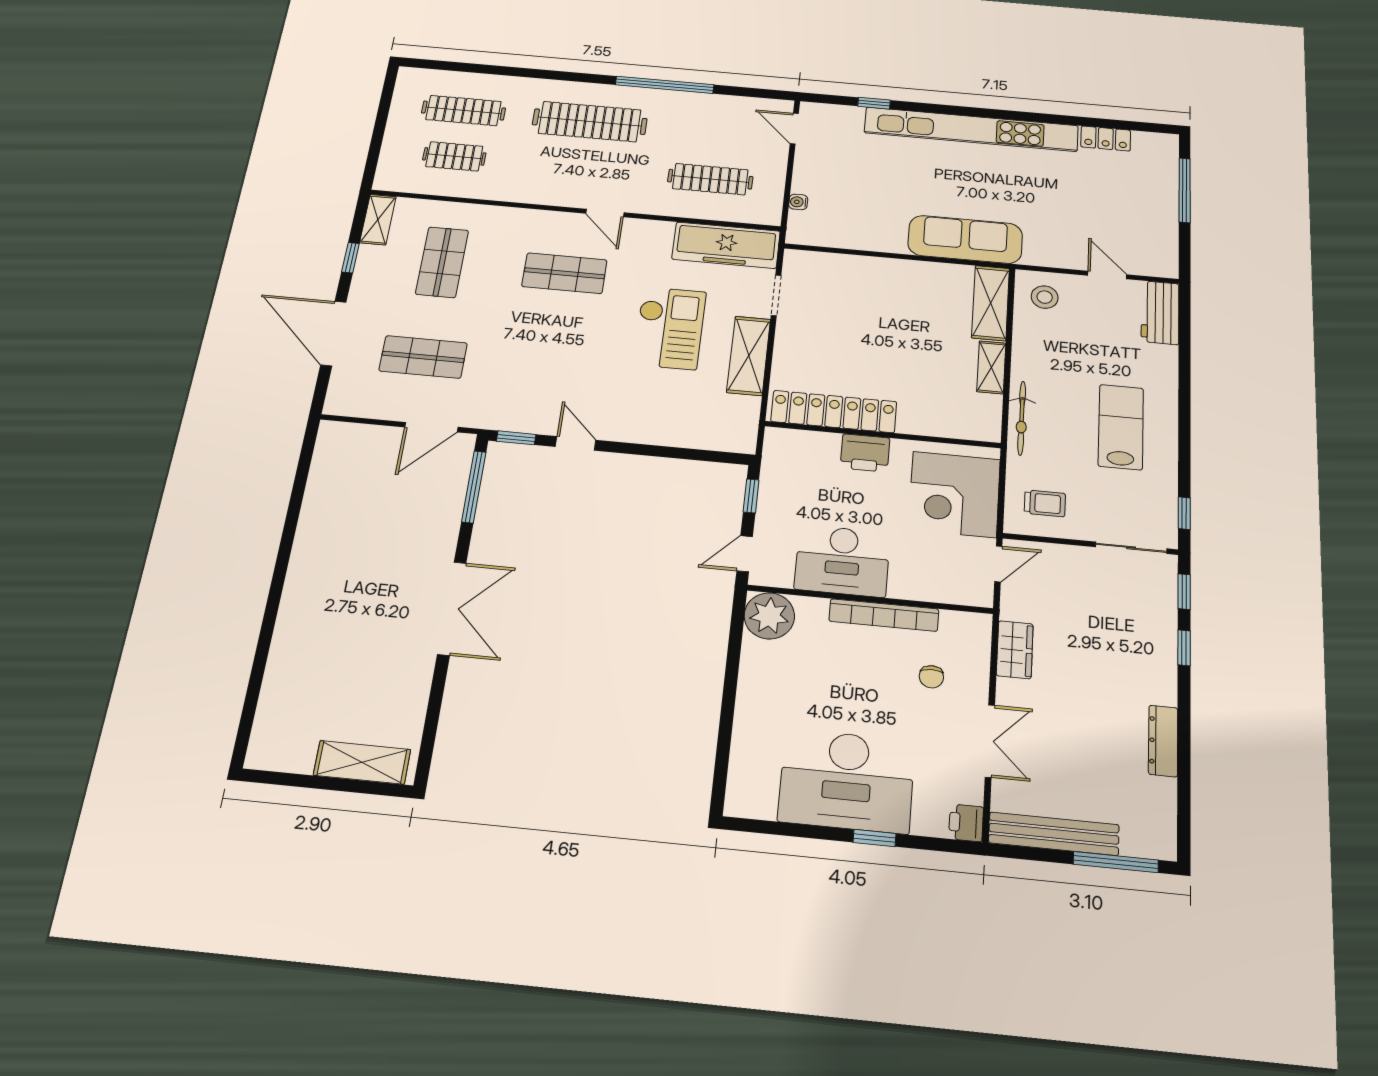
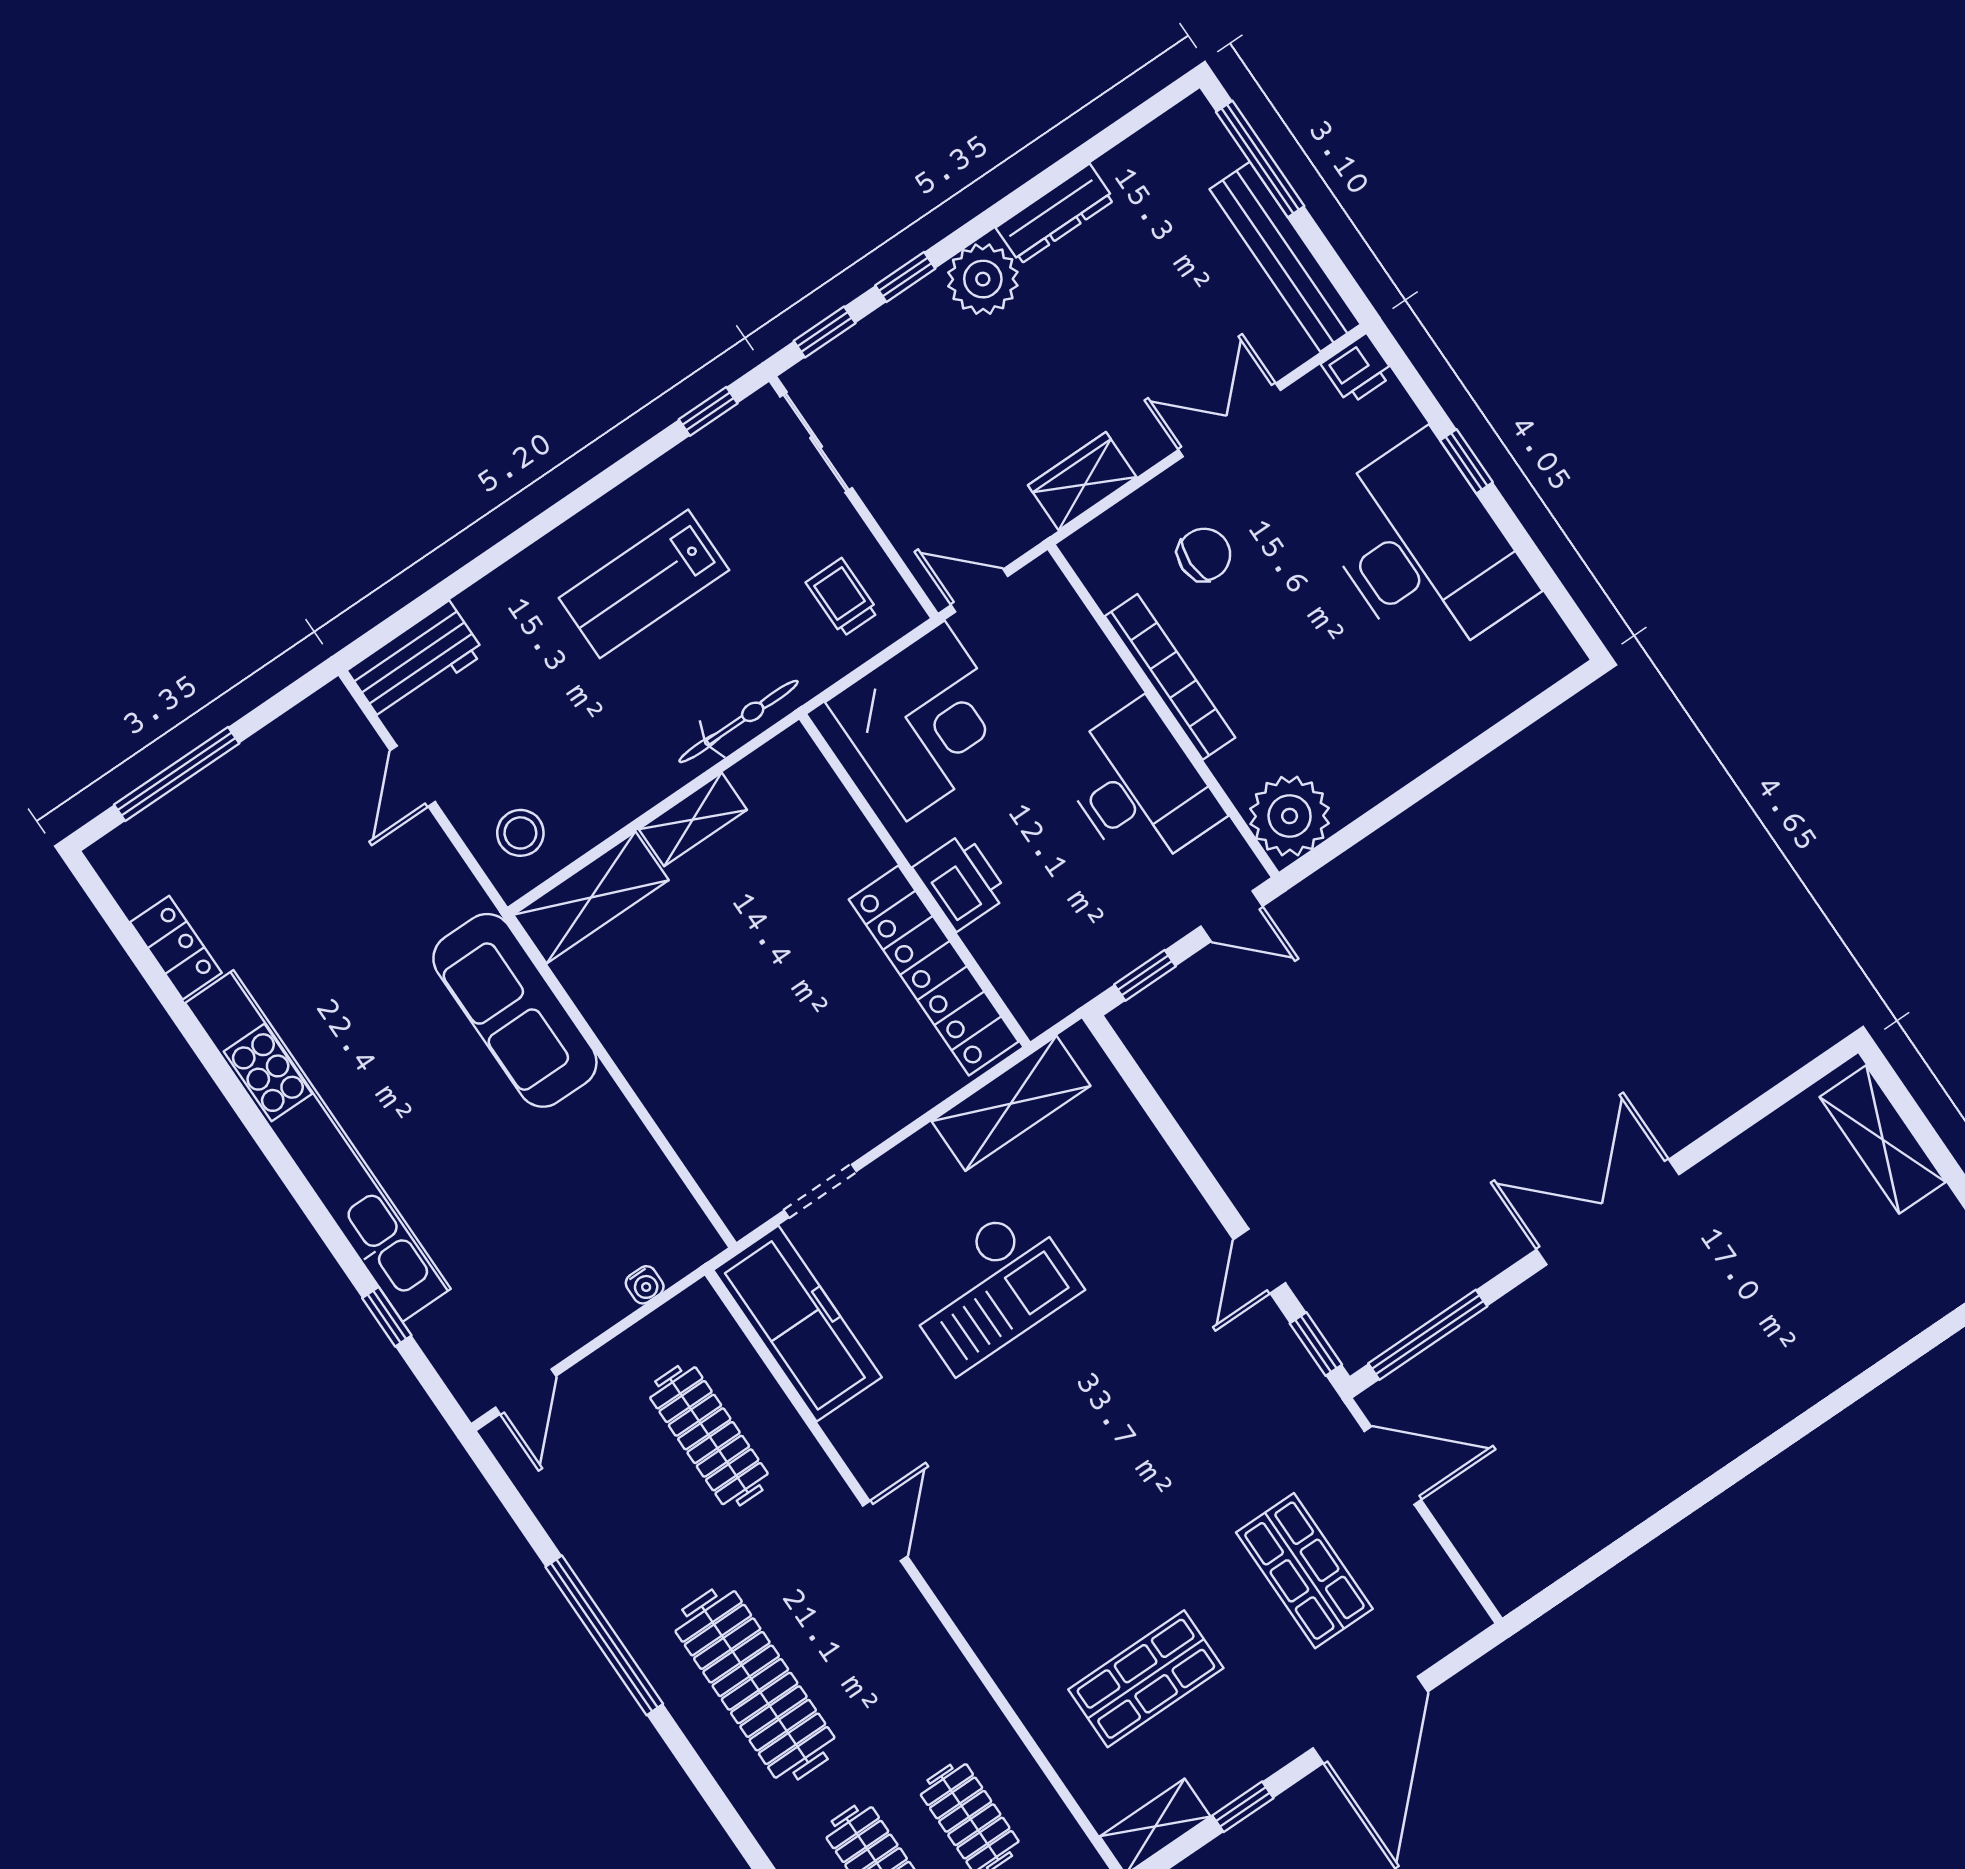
shop shelf: (564, 273) -> (1024, 1501), removed
checkout: (670, 328) -> (989, 1288), turned 180
shelving: (749, 356) -> (1011, 1103), moved
chair: (931, 677) -> (1204, 554), width x1.37, depth x1.37
plant: (1155, 682) -> (983, 279), added

